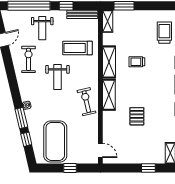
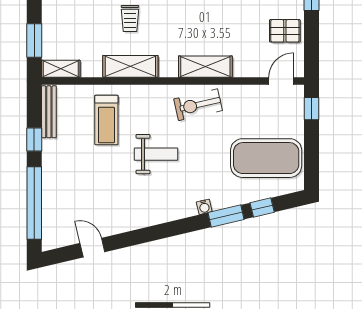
weight bench: (42, 28) -> (73, 180), removed
exercise bike: (28, 59) -> (126, 204), removed
shelving: (109, 95) -> (205, 67), moved
pallet: (137, 116) -> (285, 31), moved
window: (70, 168) -> (311, 109), moved

